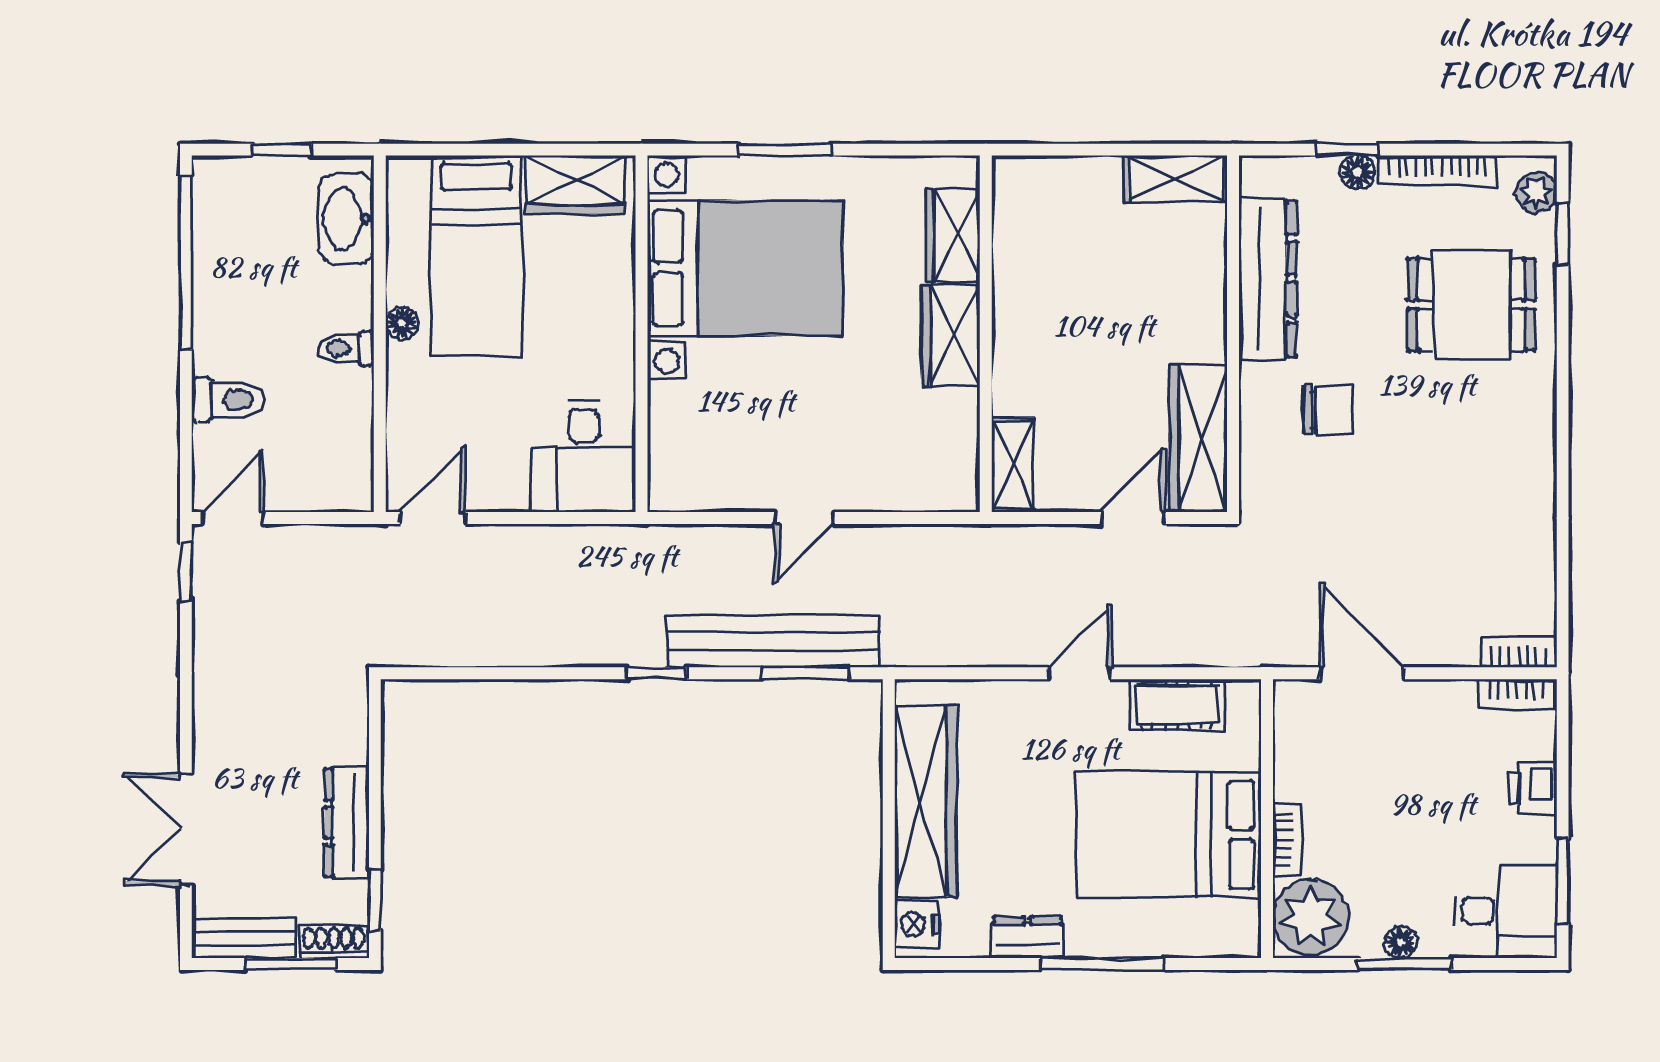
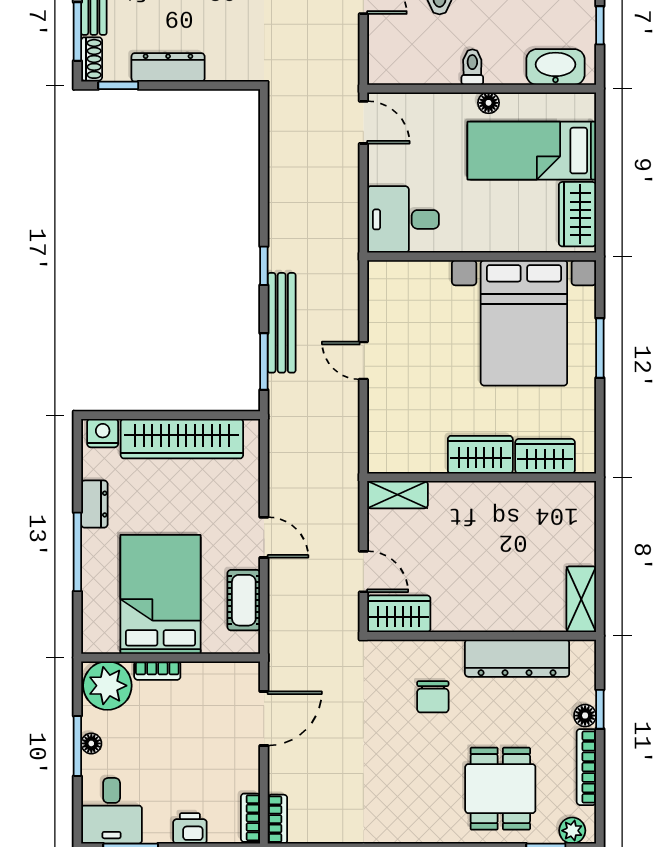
wardrobe: (1199, 438) -> (399, 614), width x0.67
bench: (773, 641) -> (282, 323), width x0.73, depth x0.82

